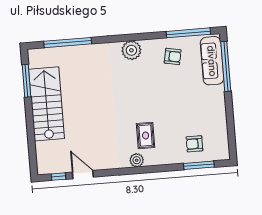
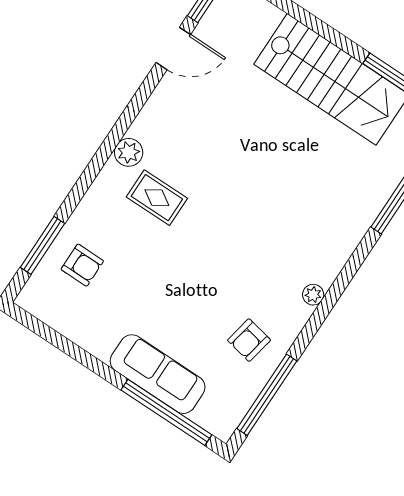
plant: (131, 50) -> (313, 295), width x0.53, depth x0.53
sofa: (212, 61) -> (158, 374), moved
armchair: (194, 144) -> (82, 265), turned 90

